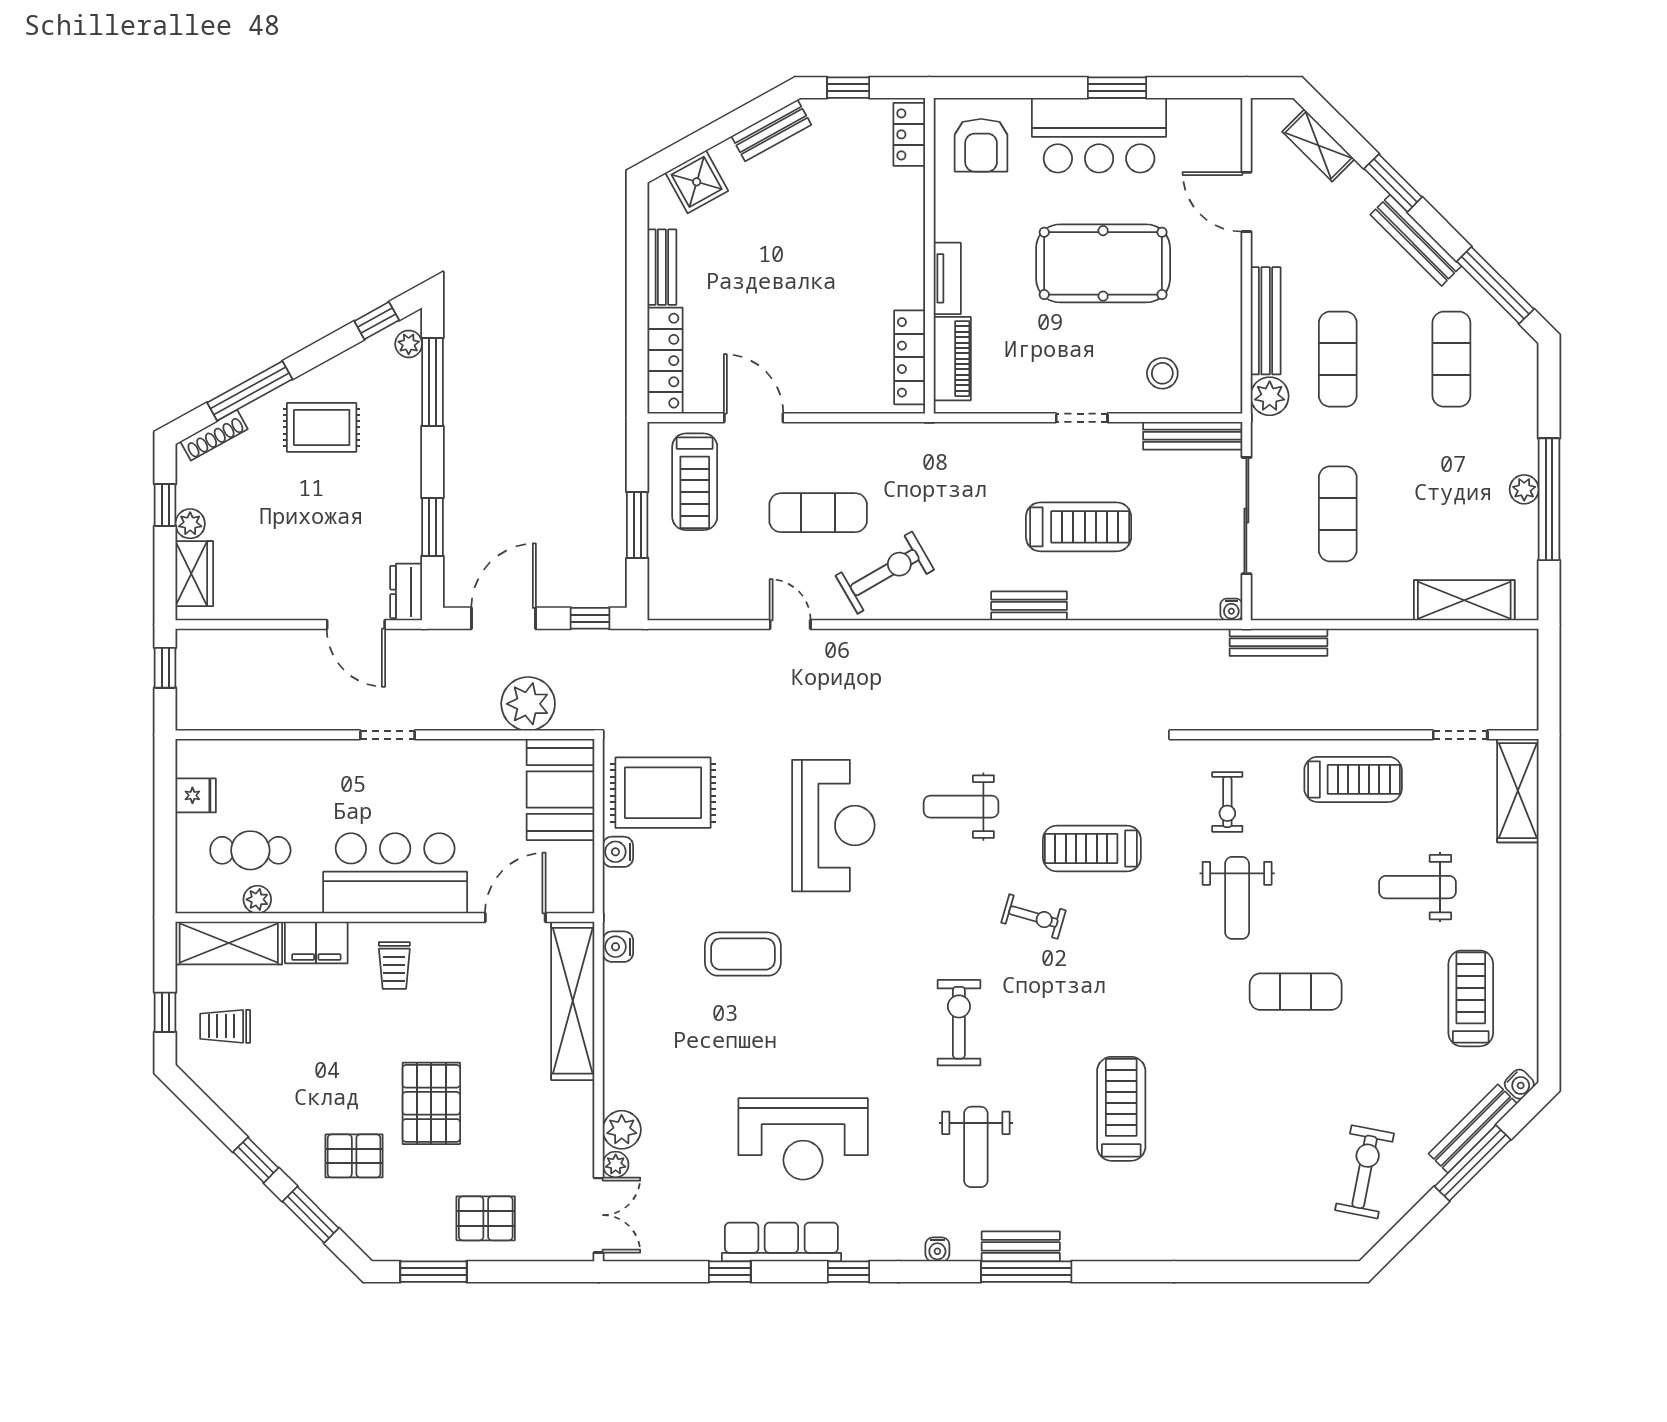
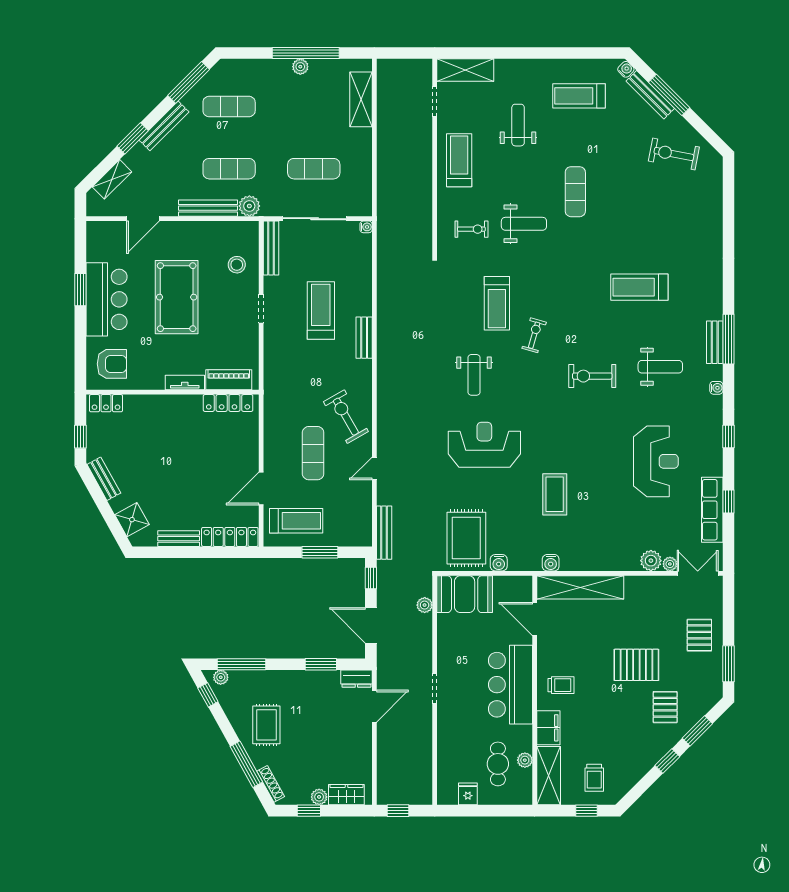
bench: (1278, 642) -> (384, 533), moved
plant: (528, 704) -> (425, 605), width x0.53, depth x0.53
weight bench: (1417, 887) -> (518, 125), turned 180
row of seats: (781, 1242) -> (712, 510), moved

